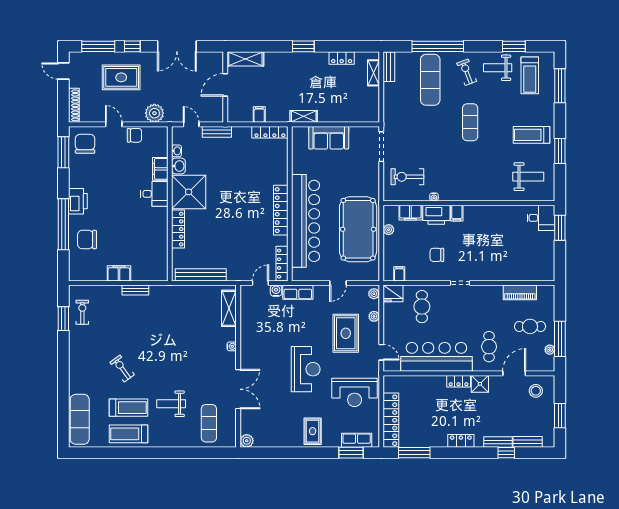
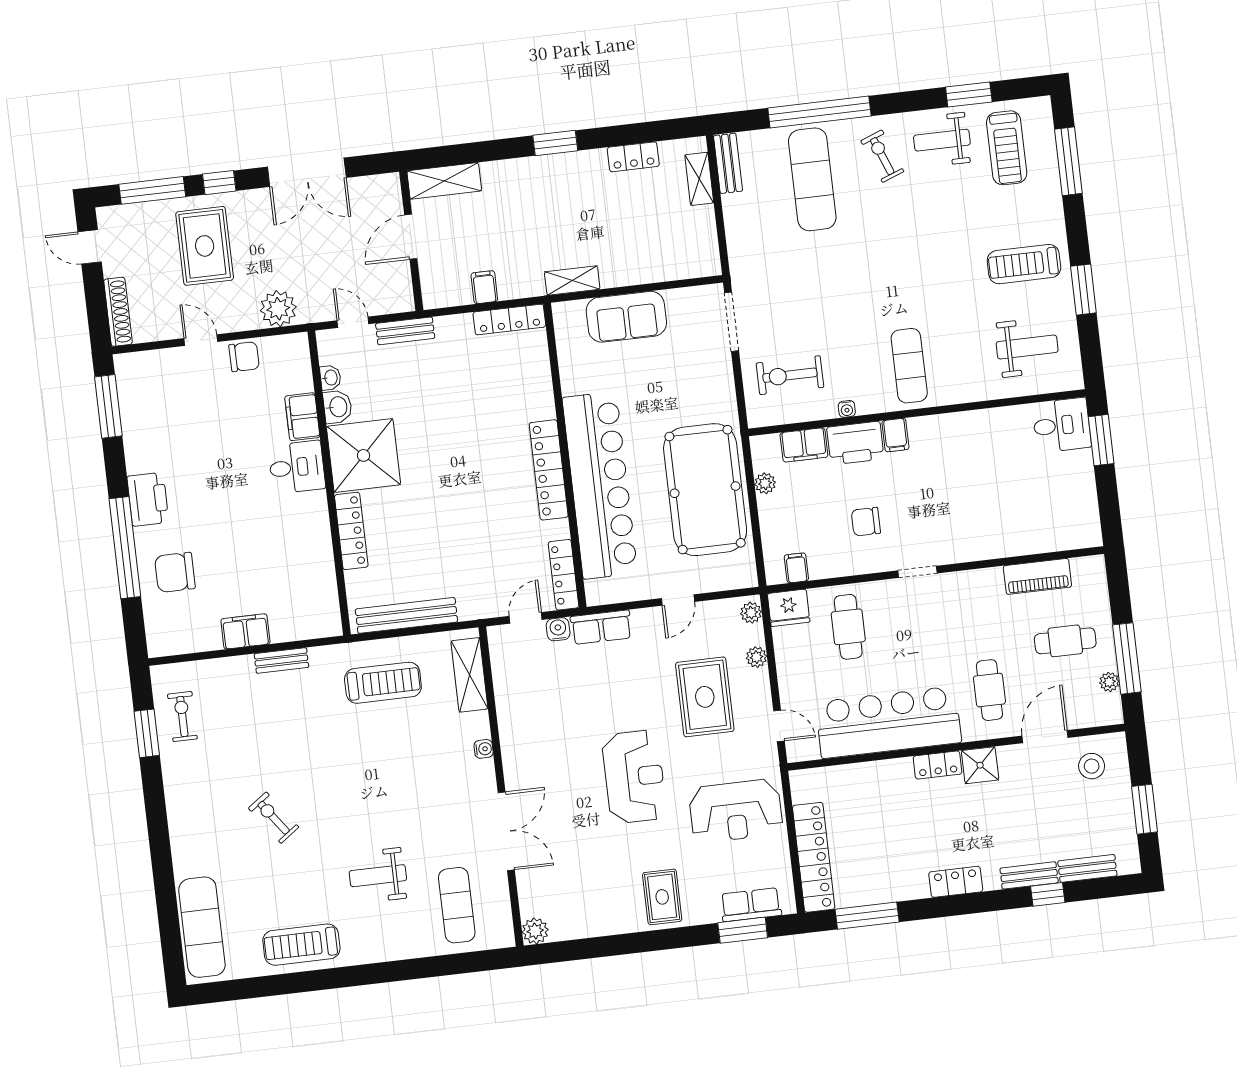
rug: (121, 77) -> (205, 246), turned 90
exercise mat: (470, 122) -> (909, 366), moved
chair: (85, 144) -> (149, 385), removed
treadmill: (129, 408) -> (383, 683), moved

